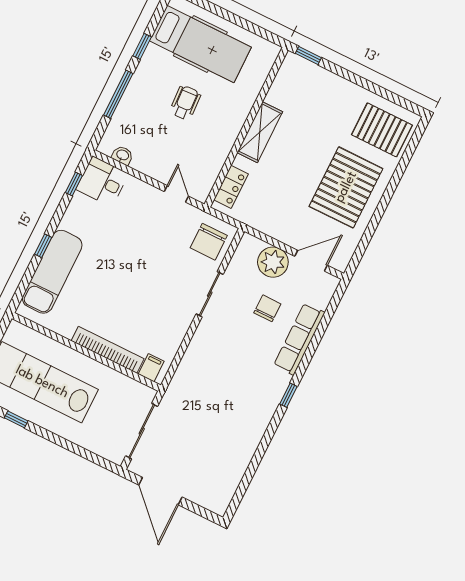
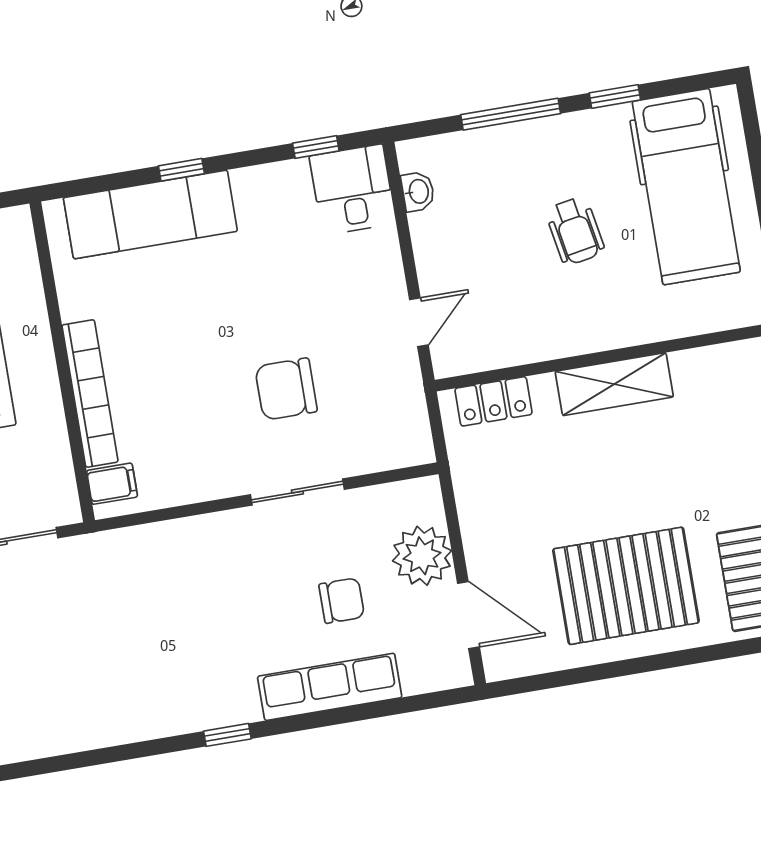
wheelchair: (185, 103) -> (575, 231), turned 83
chair: (209, 242) -> (286, 389), moved

